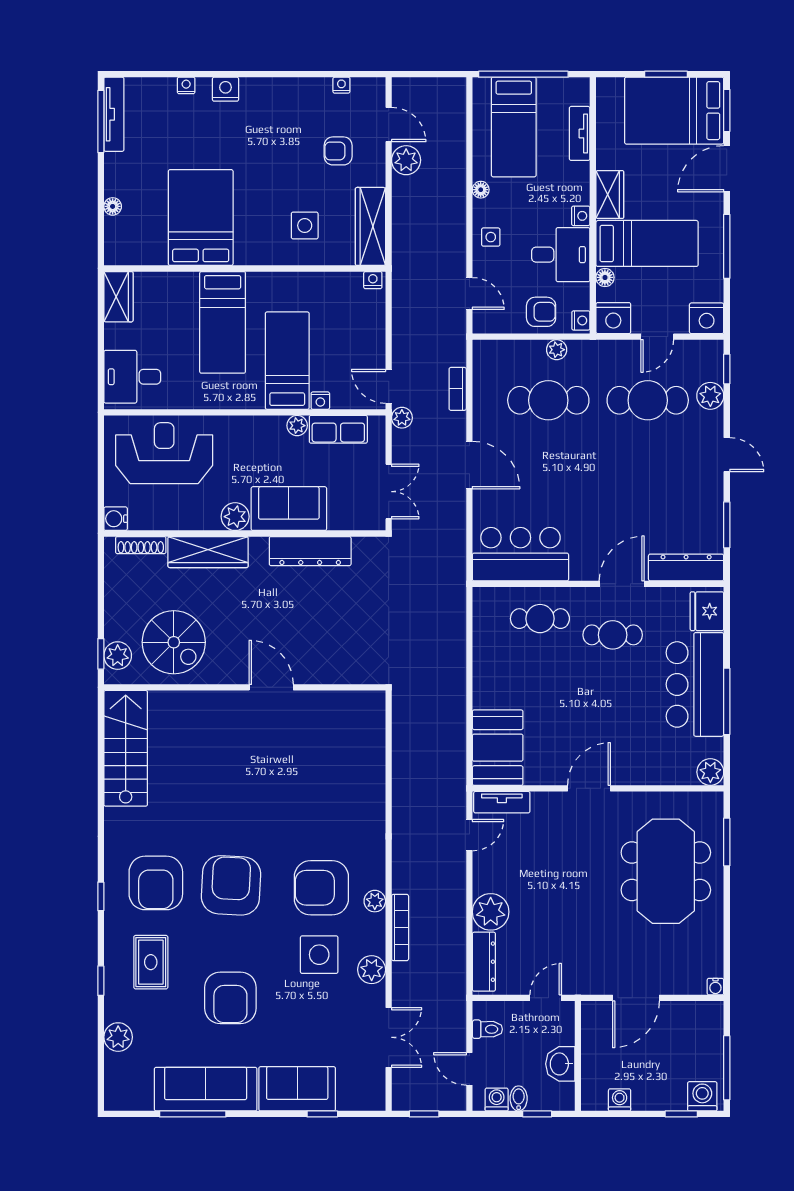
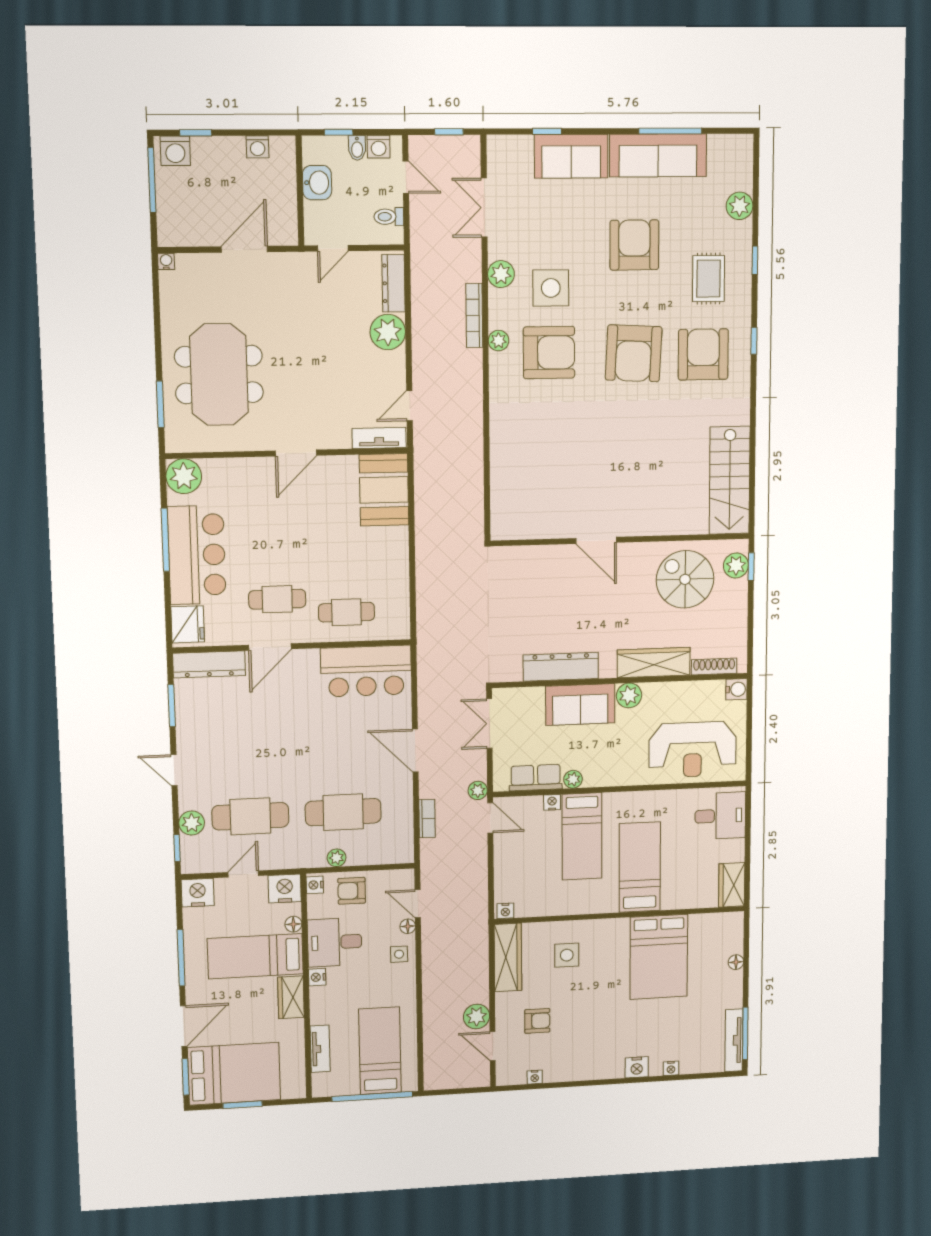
floor lamp: (481, 190) -> (408, 926), moved
plant: (710, 772) -> (184, 476), width x1.36, depth x1.36

